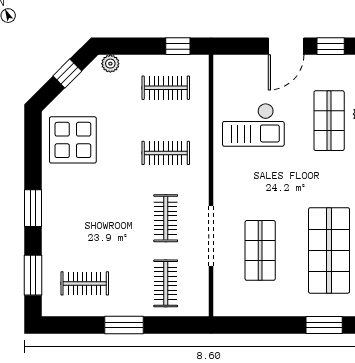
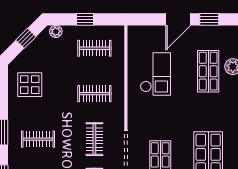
window: (178, 46) -> (85, 19), moved
checkout: (253, 125) -> (155, 74), turned -90
display table: (73, 140) -> (30, 85), width x0.73, depth x0.73
clothes rail: (85, 218) -> (38, 139), added

